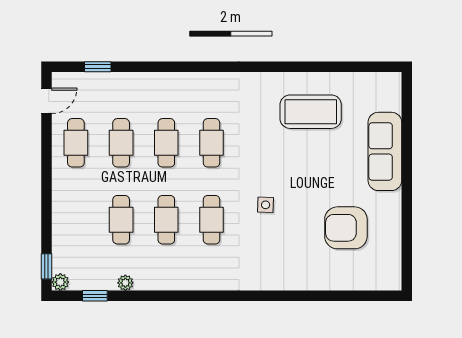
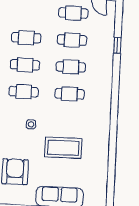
window: (98, 67) -> (117, 45), moved
coffee table: (311, 112) -> (63, 148), moved, turned 90

